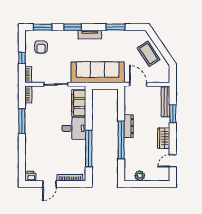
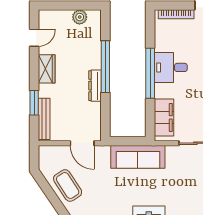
sofa: (98, 72) -> (138, 157), width x0.74, depth x0.79
desk: (74, 128) -> (171, 67), moved
window: (89, 149) -> (150, 73), moved

